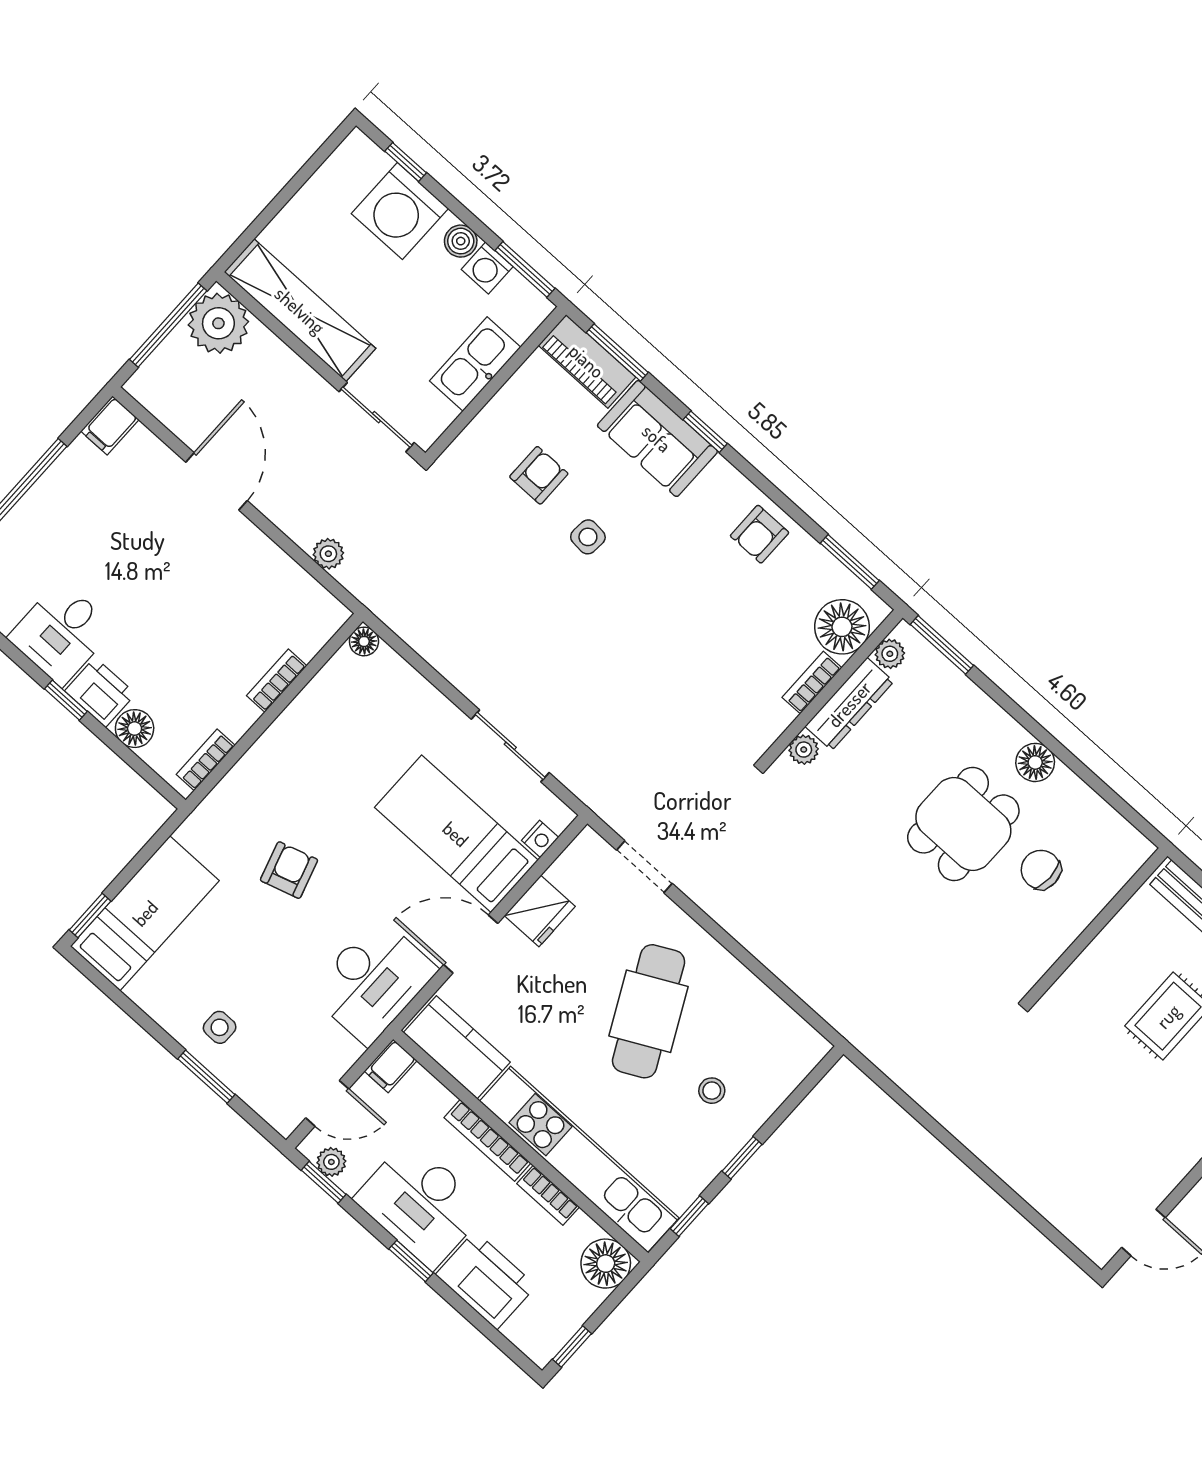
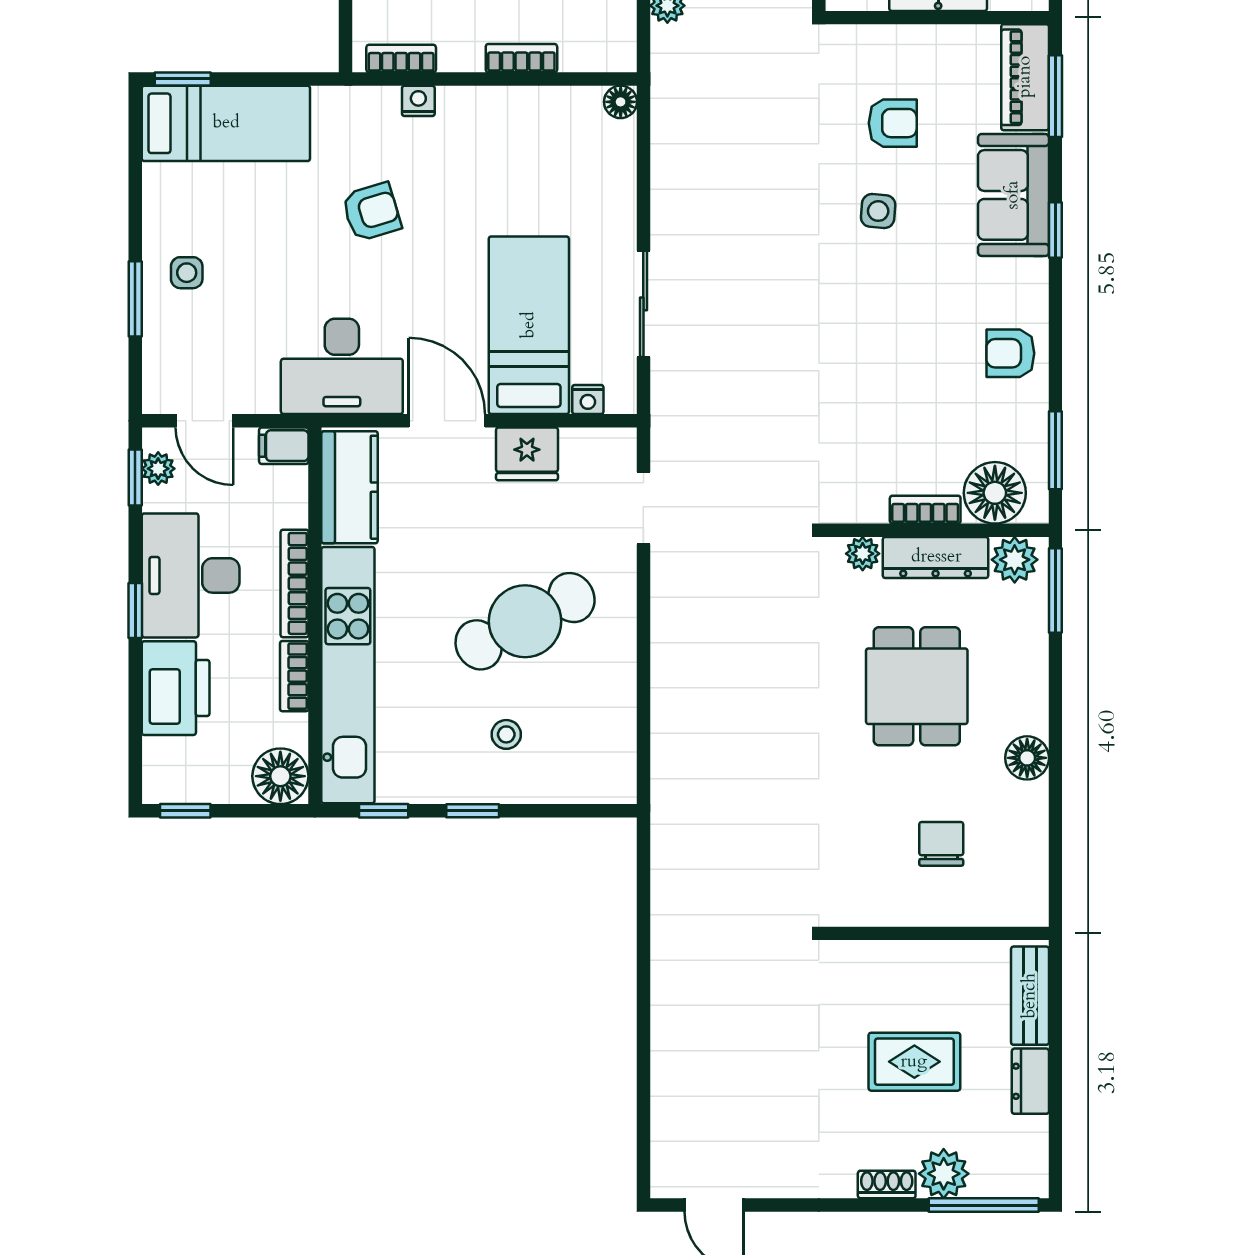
plant: (890, 654) -> (1015, 560), width x1.38, depth x1.38
nightstand: (244, 774) -> (418, 101), added
dining table: (963, 824) -> (917, 686), moved, turned 90

